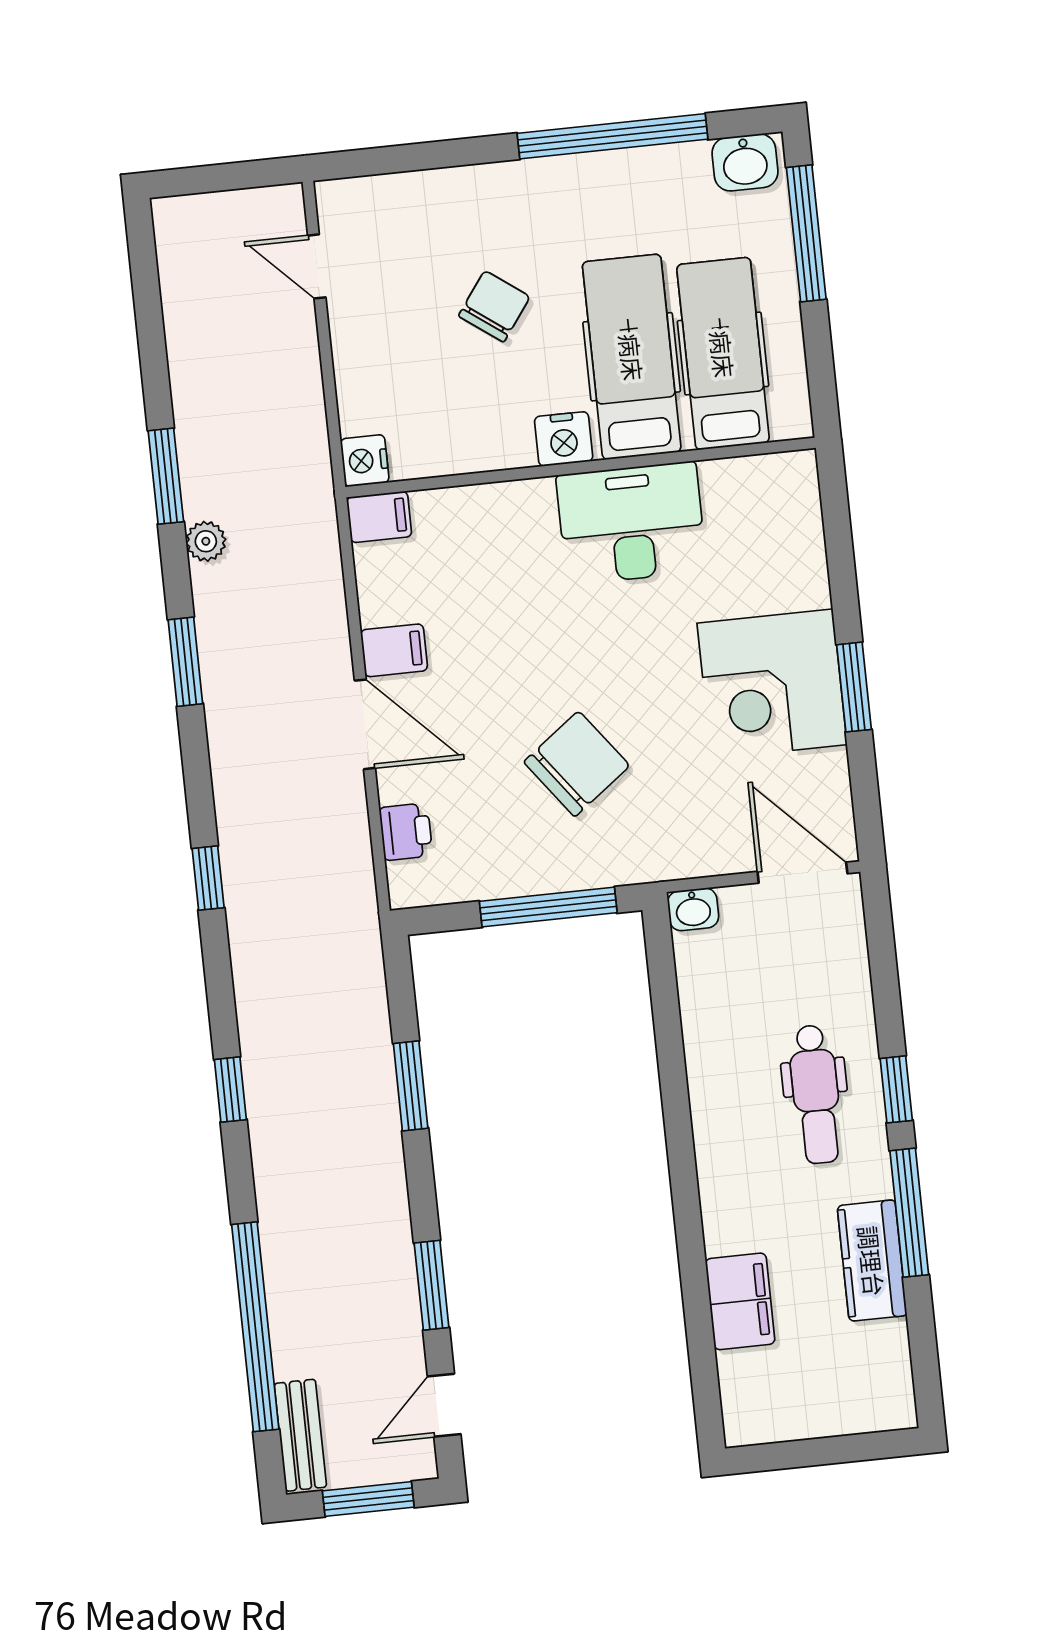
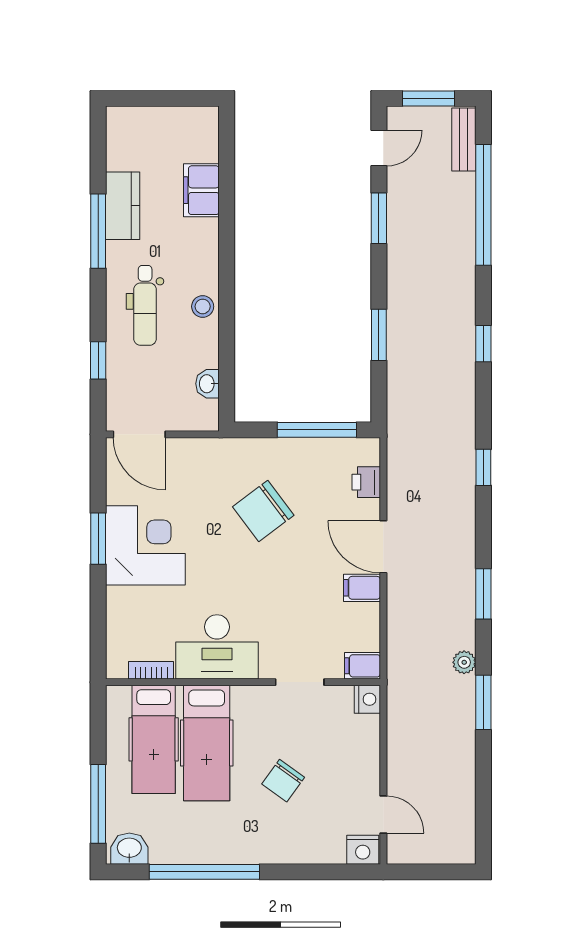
nightstand: (564, 439) -> (363, 850), moved, turned 180
bookcase: (740, 471) -> (151, 670), added
doorway: (483, 478) -> (300, 682), added
window: (548, 907) -> (317, 430), moved
washbasin: (693, 909) -> (207, 384), moved, turned -90
window: (896, 1089) -> (98, 360), moved
dental chair: (816, 1094) -> (145, 305), turned 180
stool: (717, 1103) -> (203, 306), added

